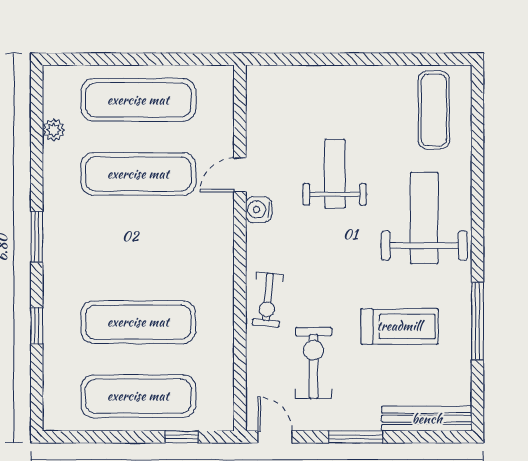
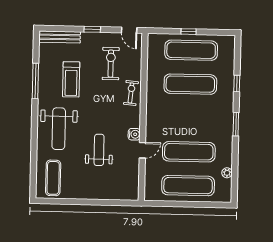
weight bench: (335, 174) -> (99, 150), turned 180
treadmill: (399, 326) -> (71, 79), turned -90
exercise bike: (314, 363) -> (111, 64), turned 180
window: (182, 437) -> (189, 32), moved
window: (356, 437) -> (92, 29), width x0.67

